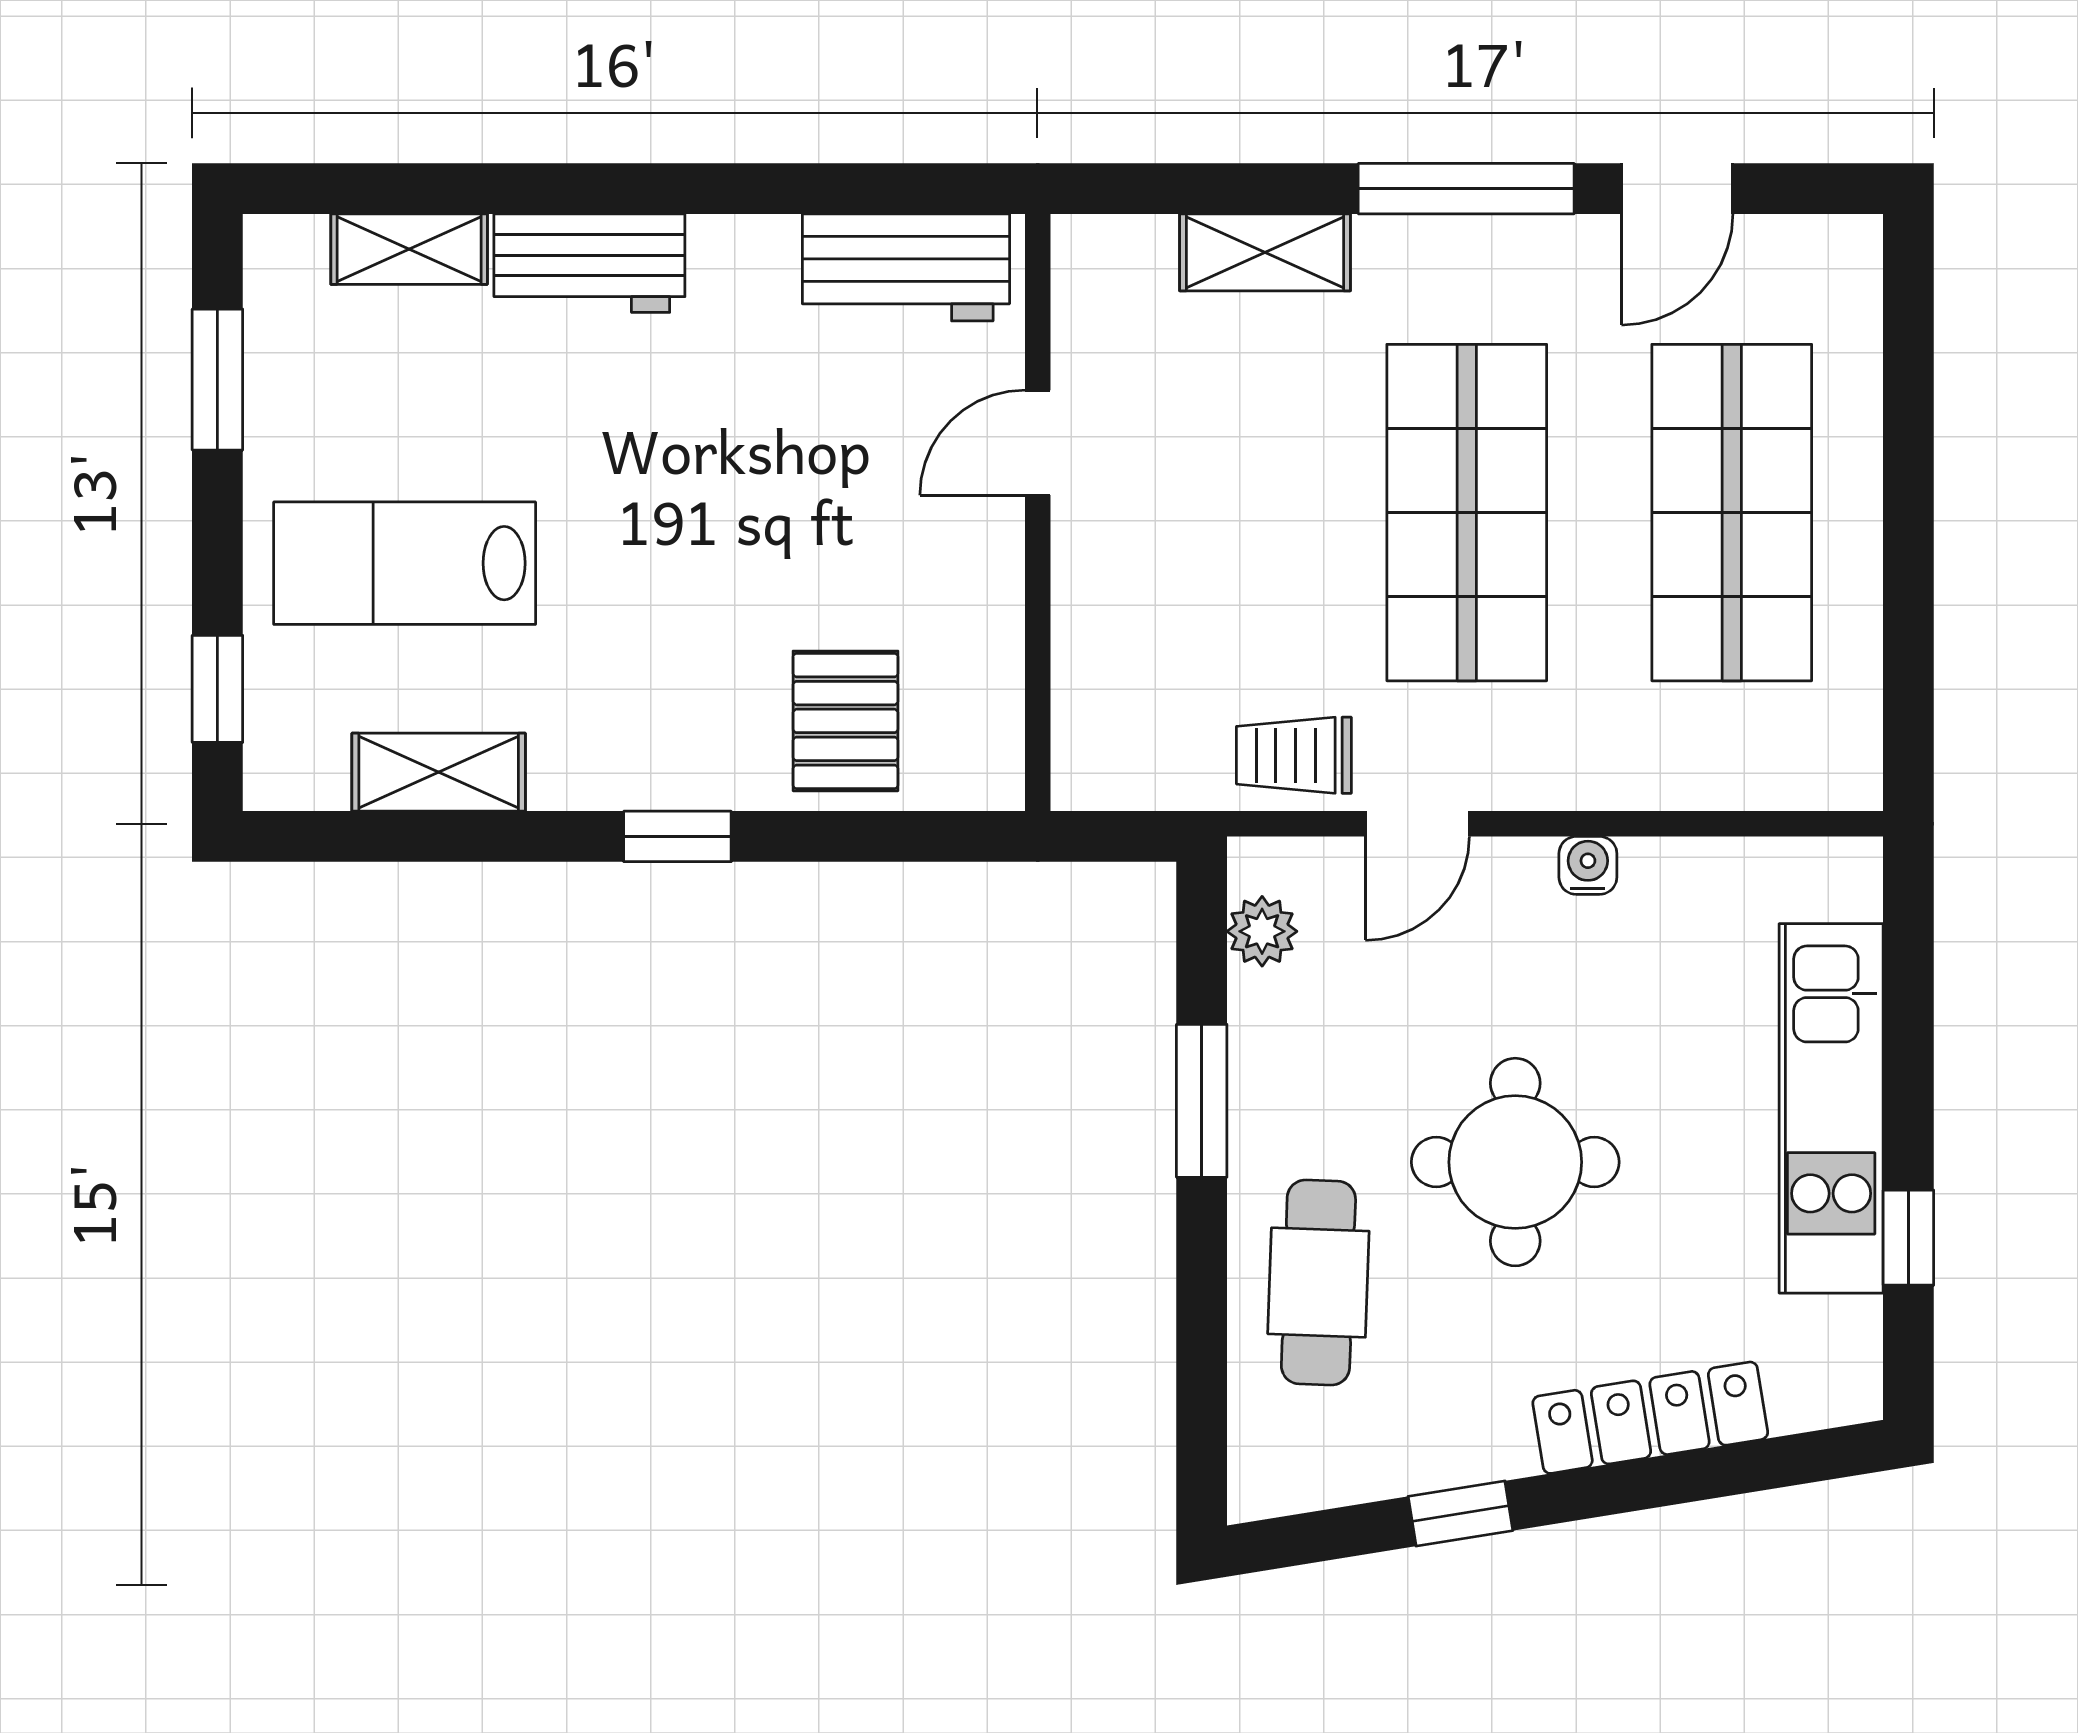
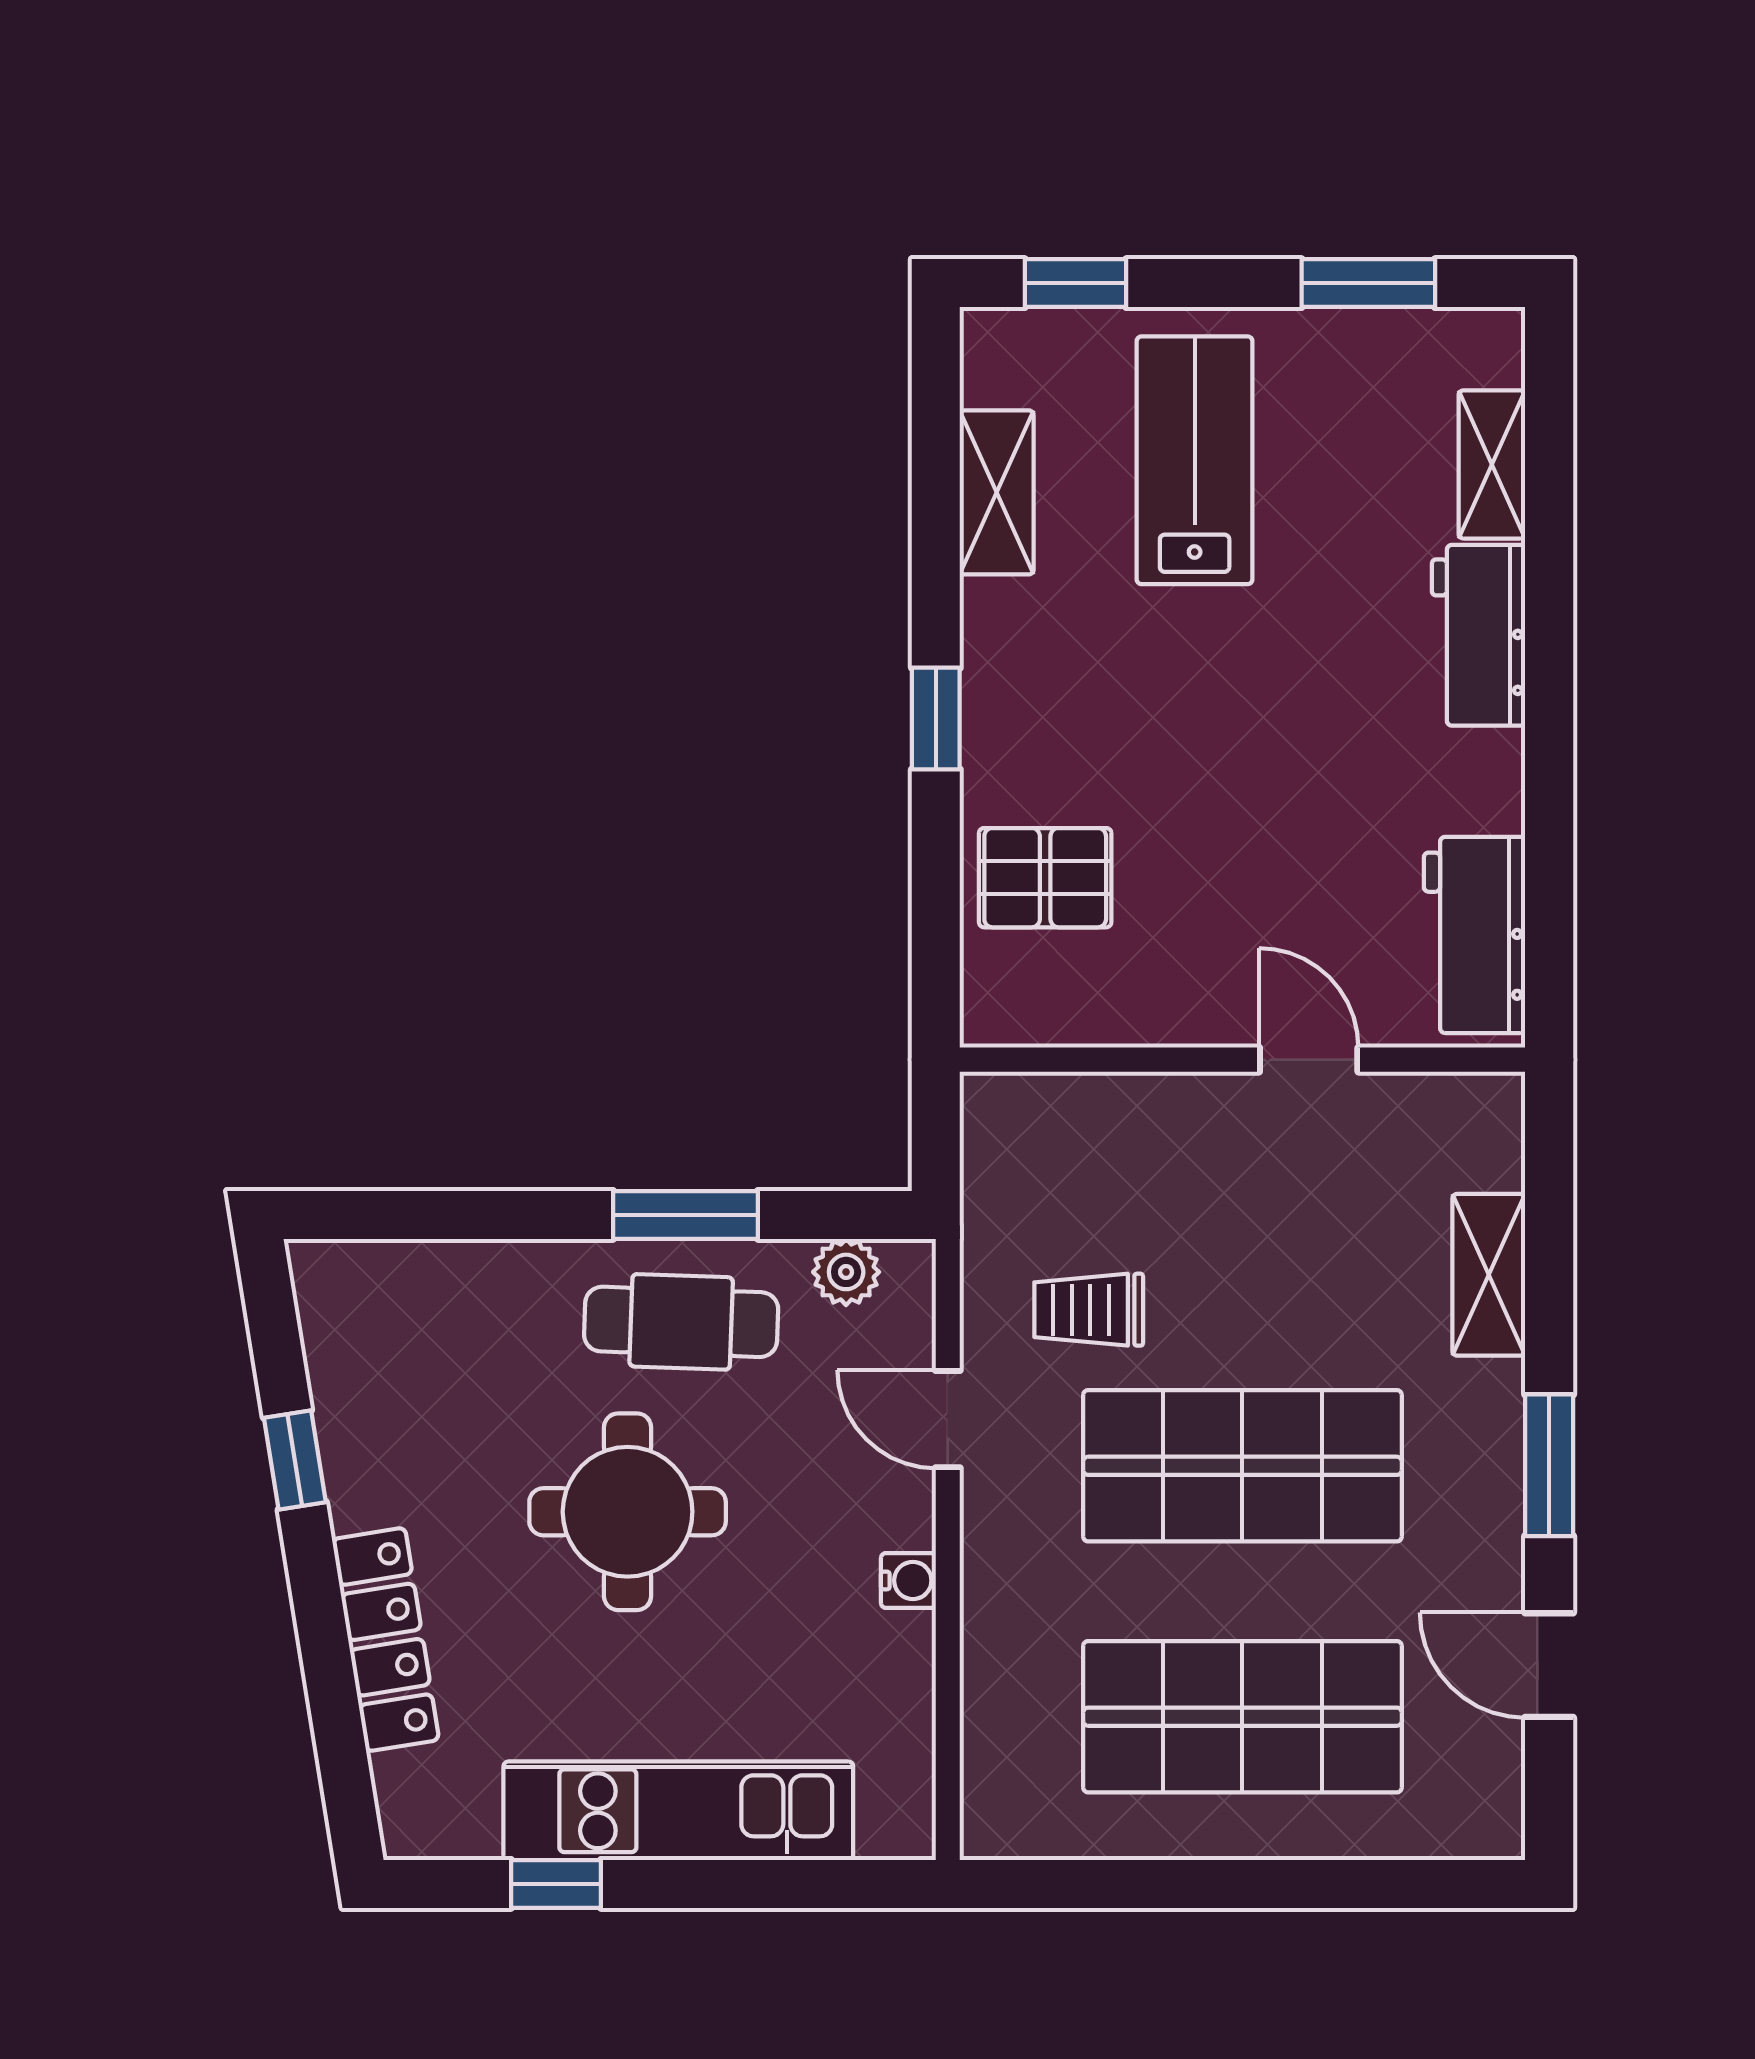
window: (1466, 189) -> (1549, 1465), width x0.69
trolley: (1294, 755) -> (1089, 1310), moved, turned -90
cafe table: (1318, 1282) -> (681, 1322), moved

